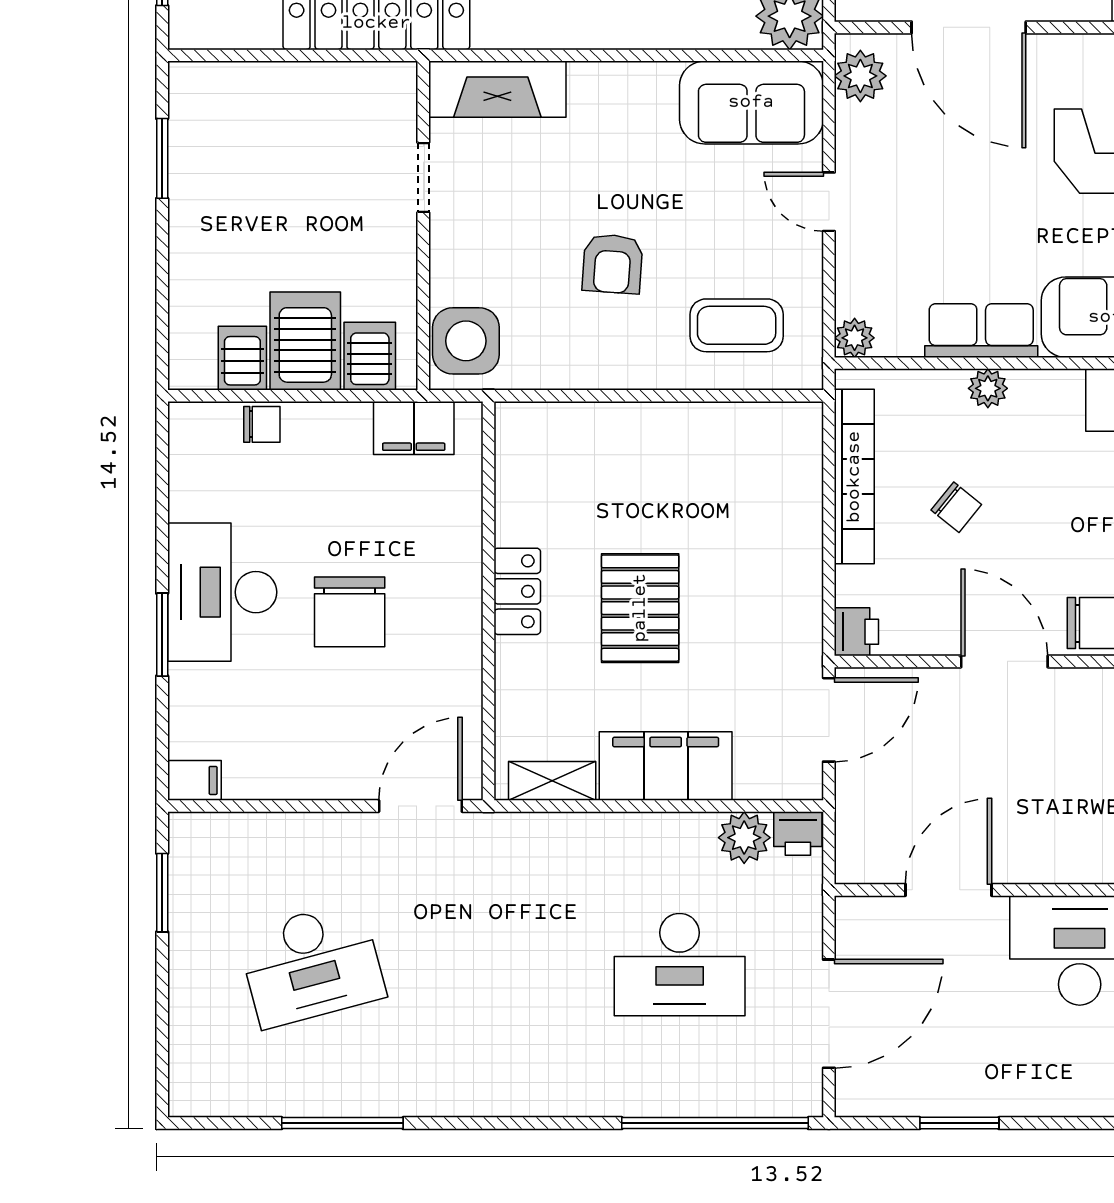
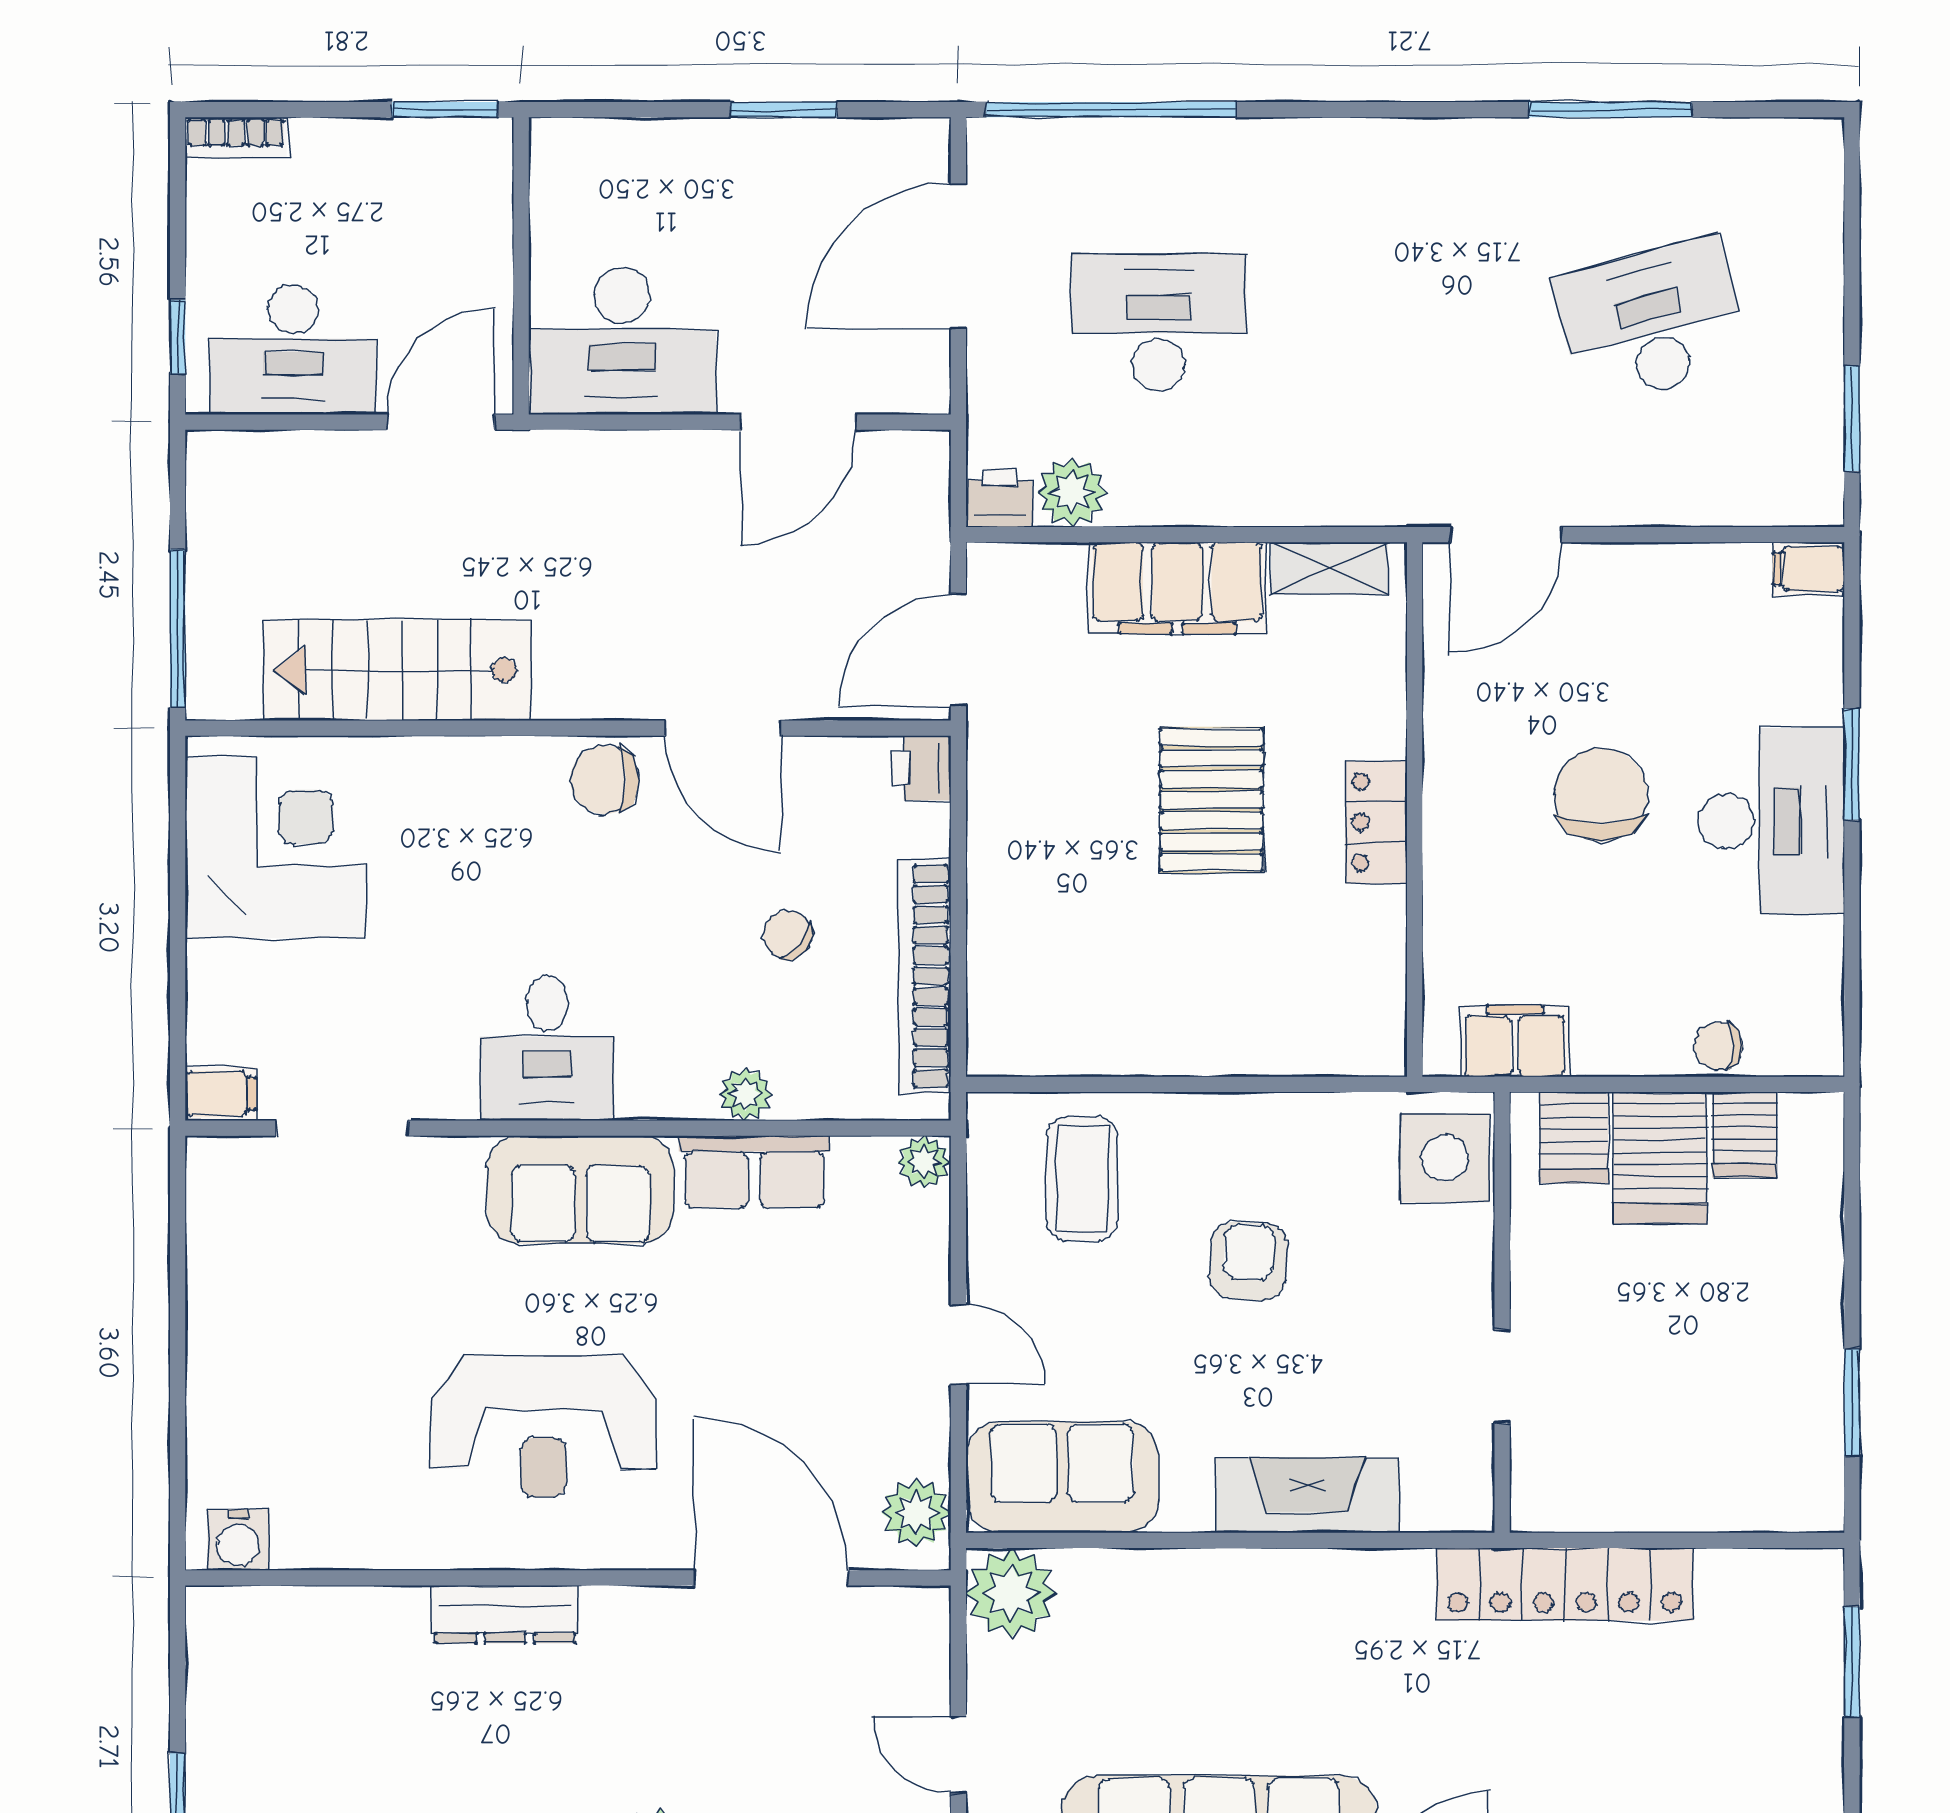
fireplace: (497, 89) -> (1307, 1495), moved
coffee table: (737, 325) -> (1082, 1179), turned 90

